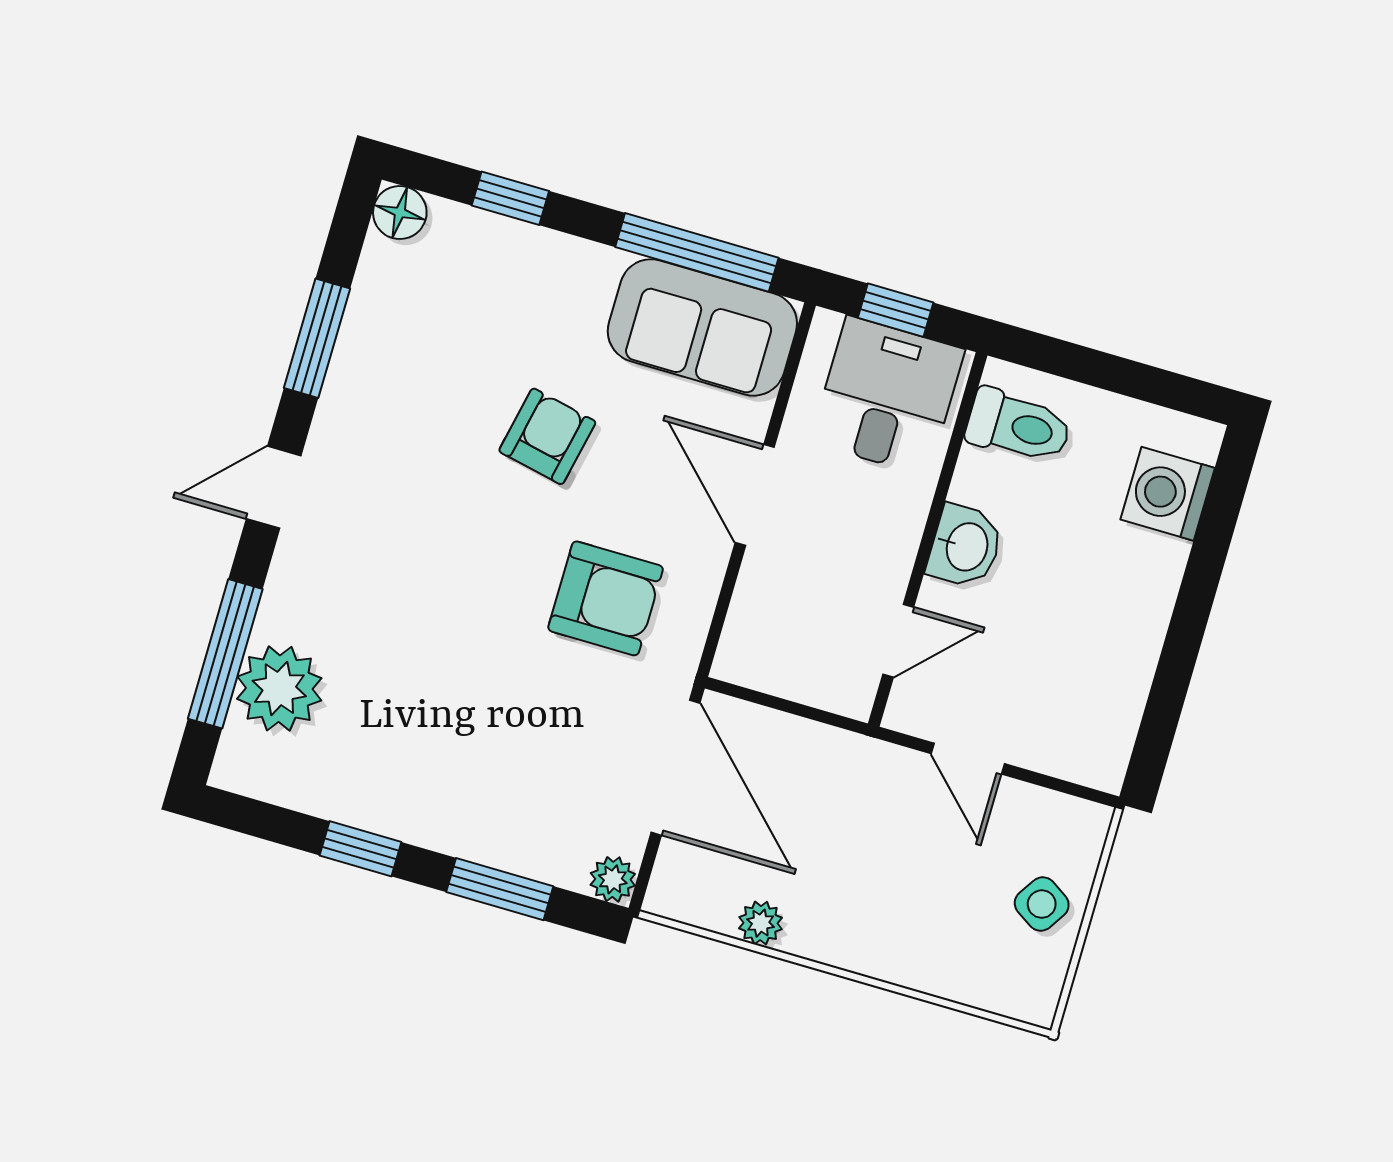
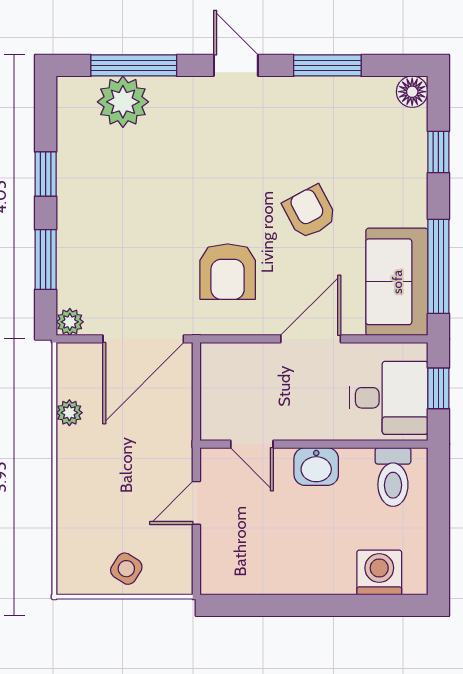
armchair: (547, 436) -> (310, 212), turned -130

